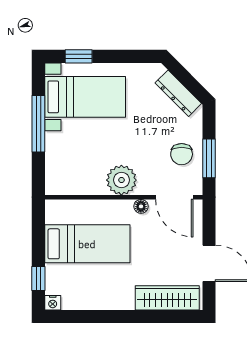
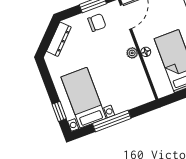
plant: (121, 180) -> (132, 53), width x0.53, depth x0.53
floor lamp: (141, 206) -> (146, 52), moved

